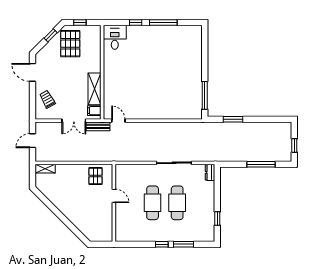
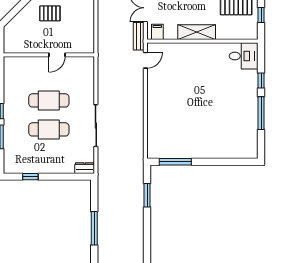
shelving: (95, 89) -> (197, 32), moved
pallet: (96, 176) -> (50, 13), moved

